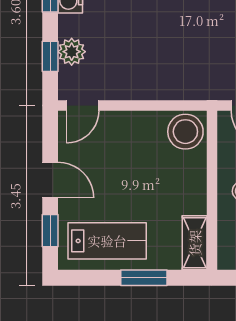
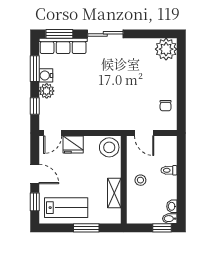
plant: (72, 52) -> (47, 91), moved
fridge: (120, 126) -> (73, 144), added
shelving: (195, 243) -> (114, 193), moved

